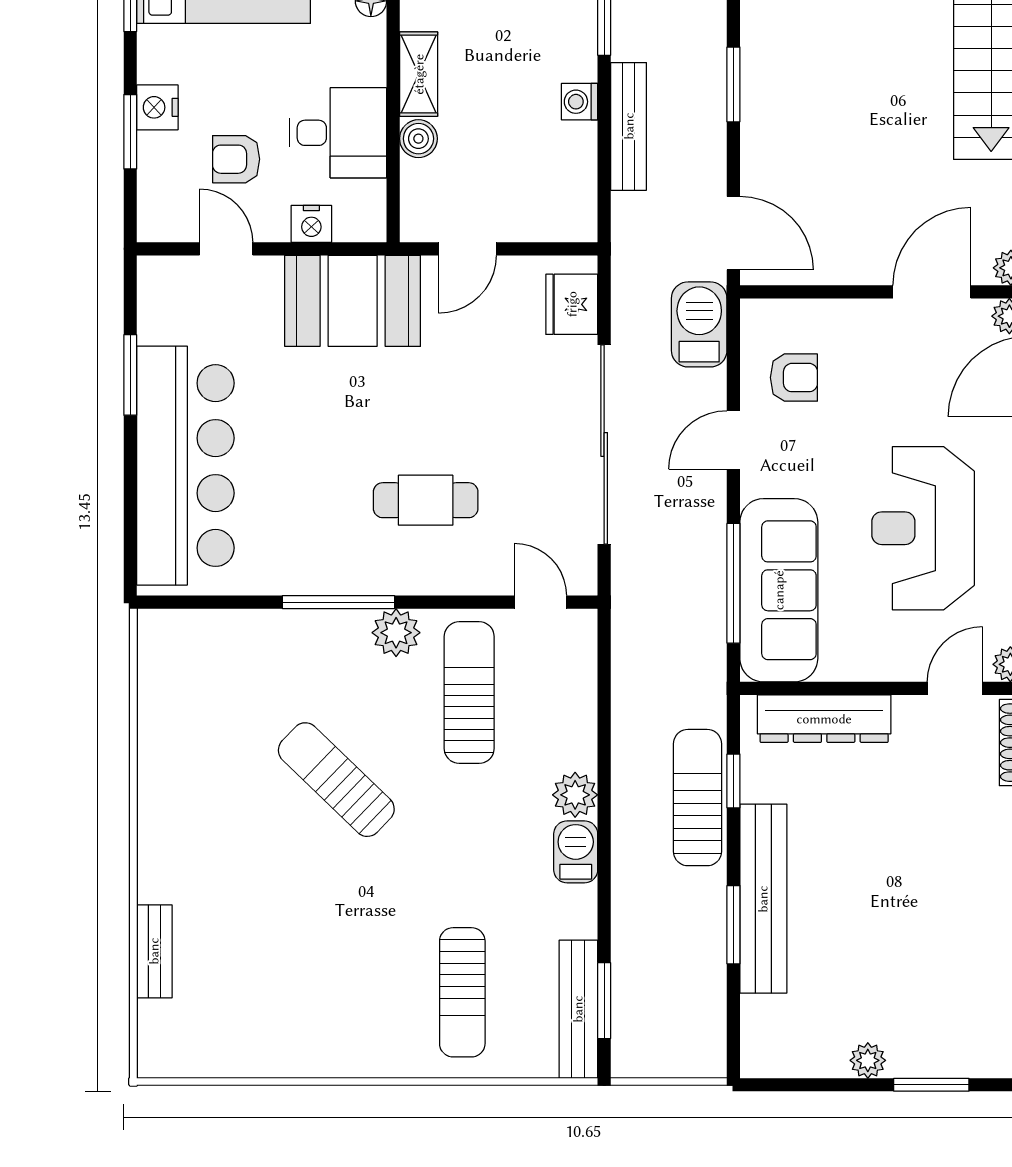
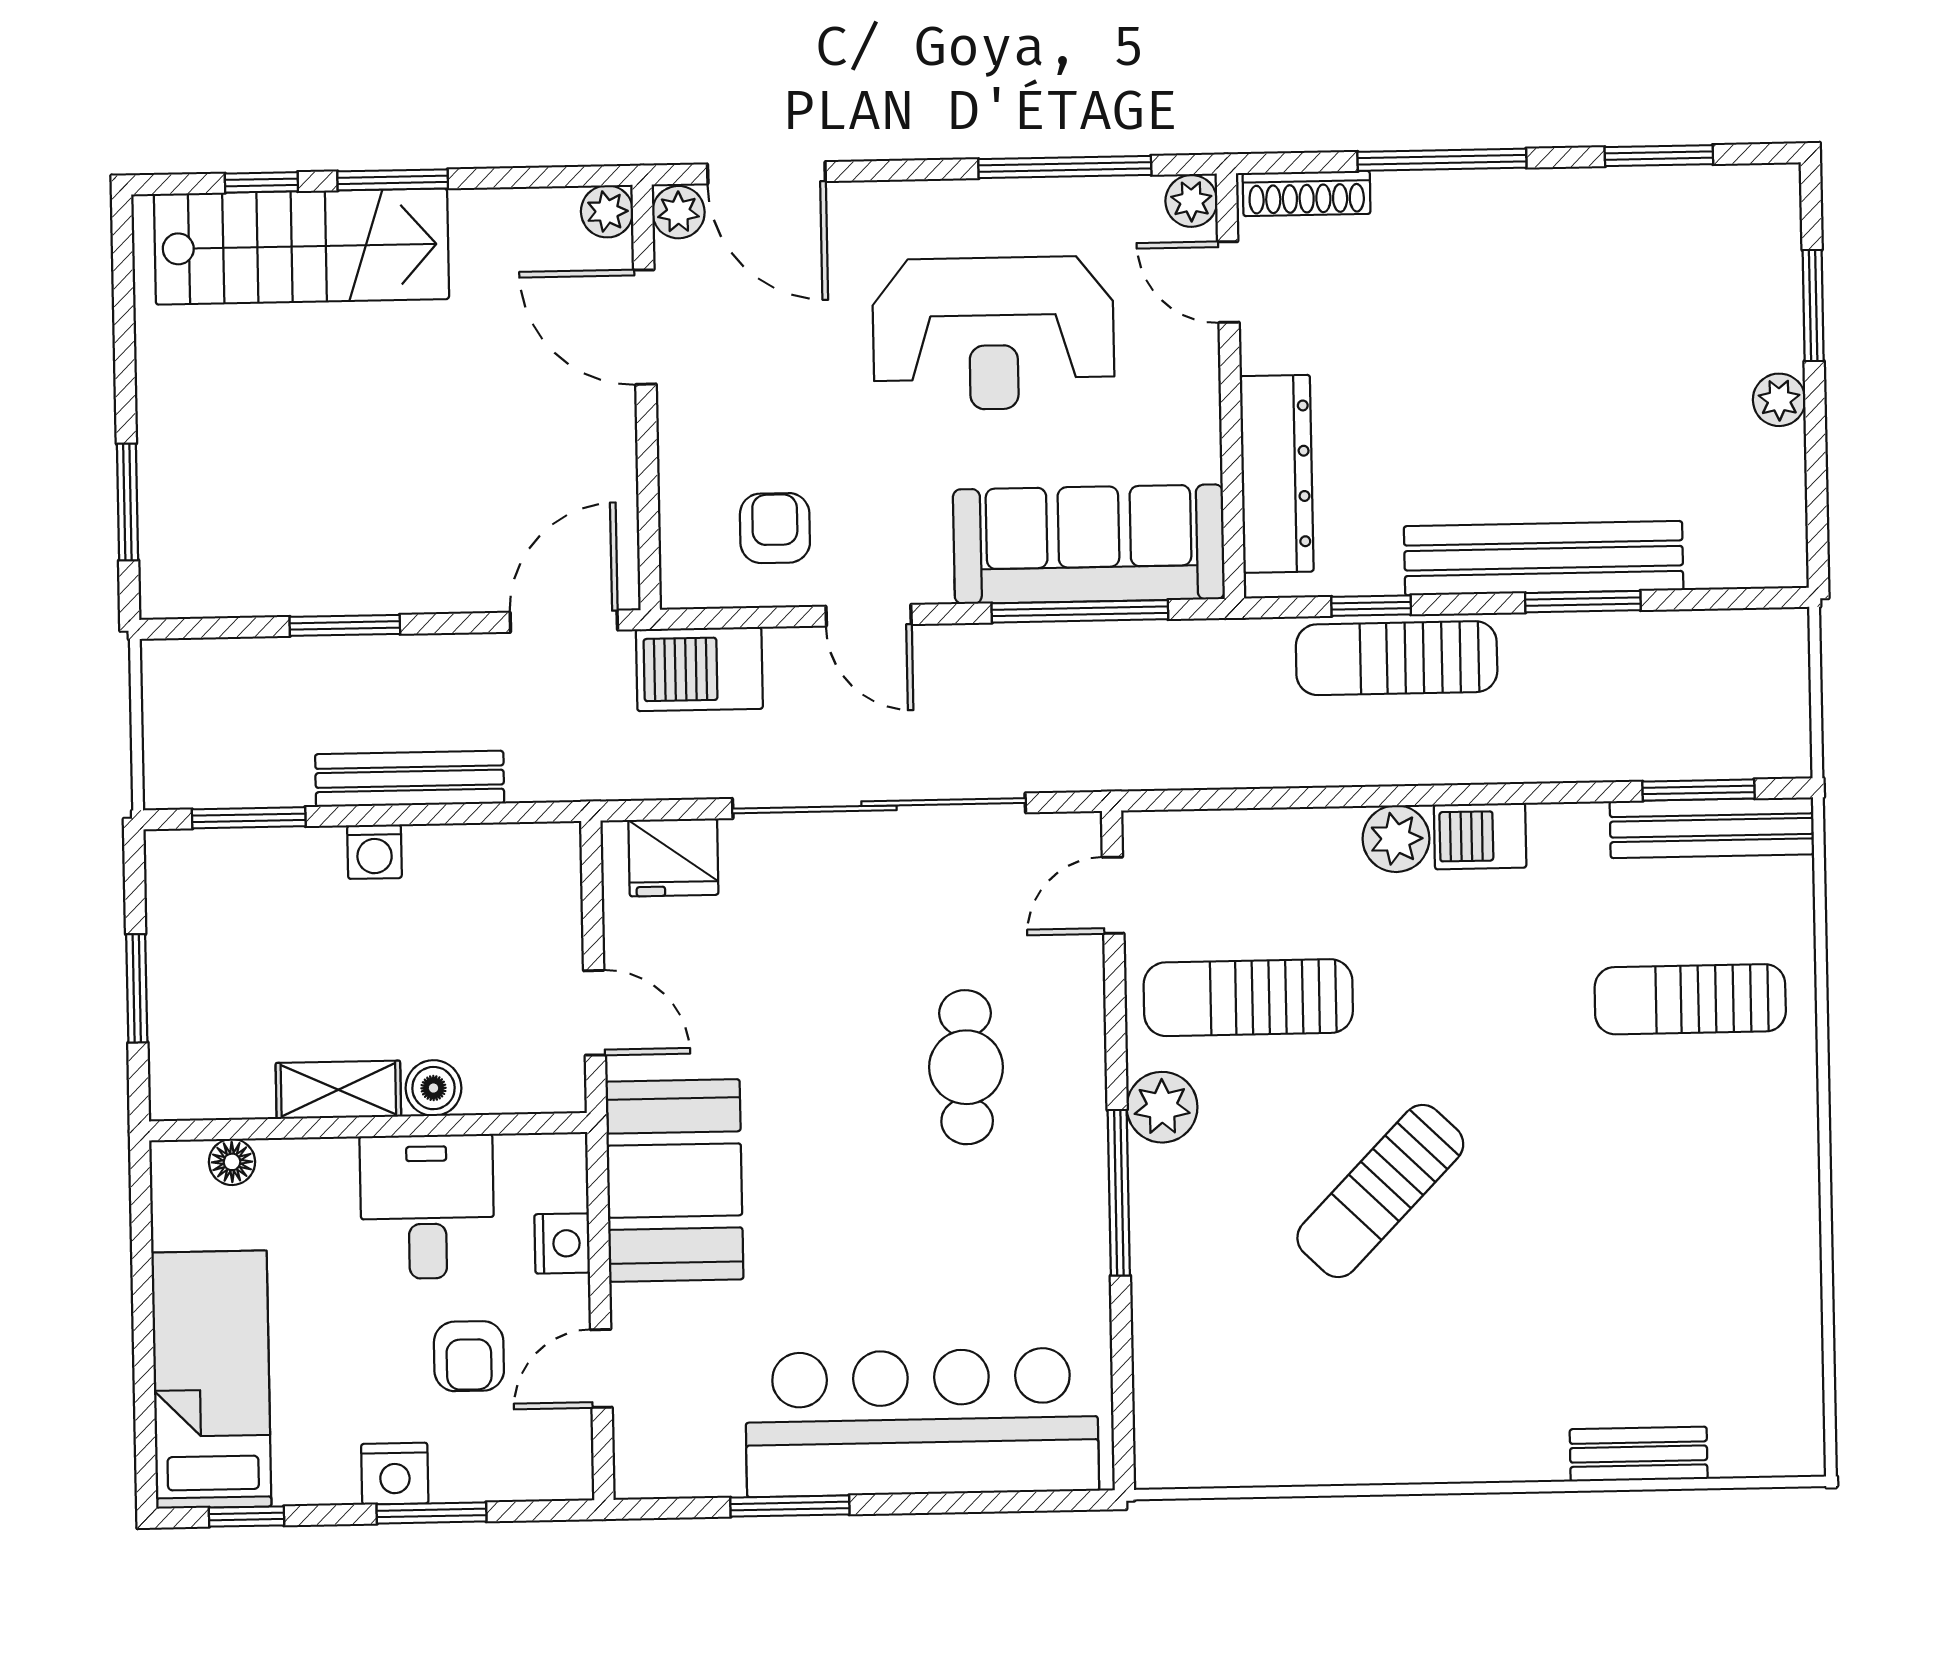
sun lounger: (462, 992) -> (1690, 999), turned 180

